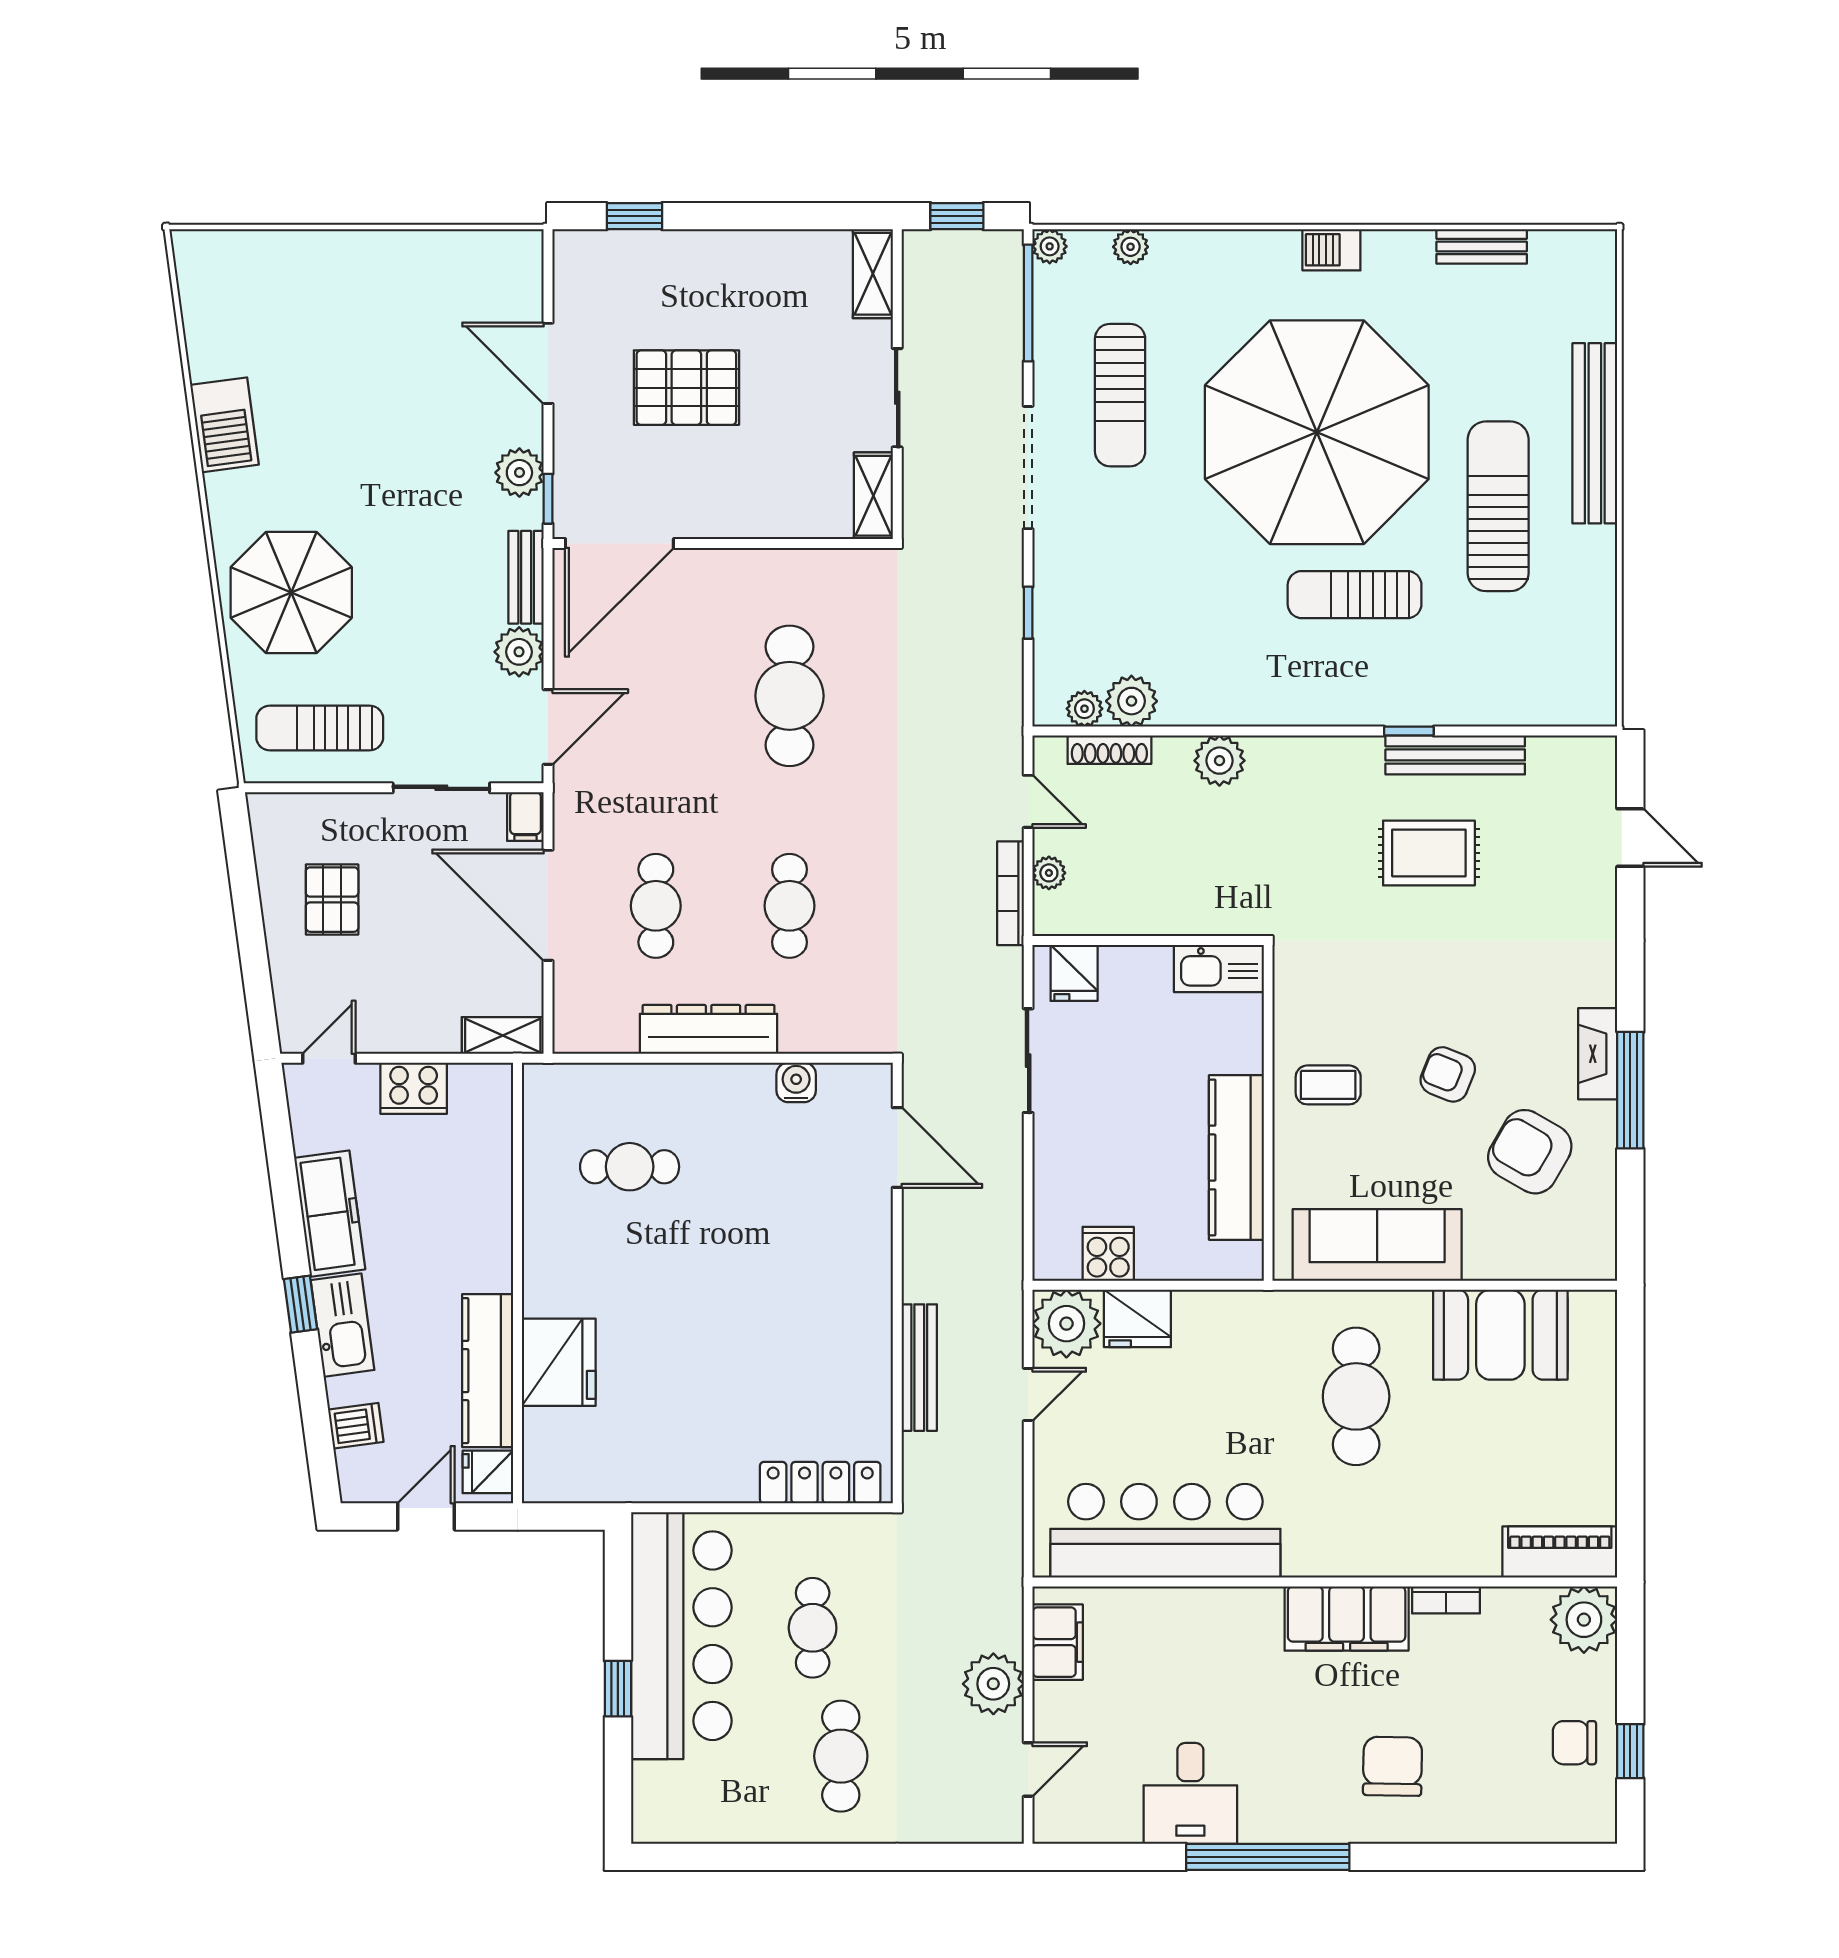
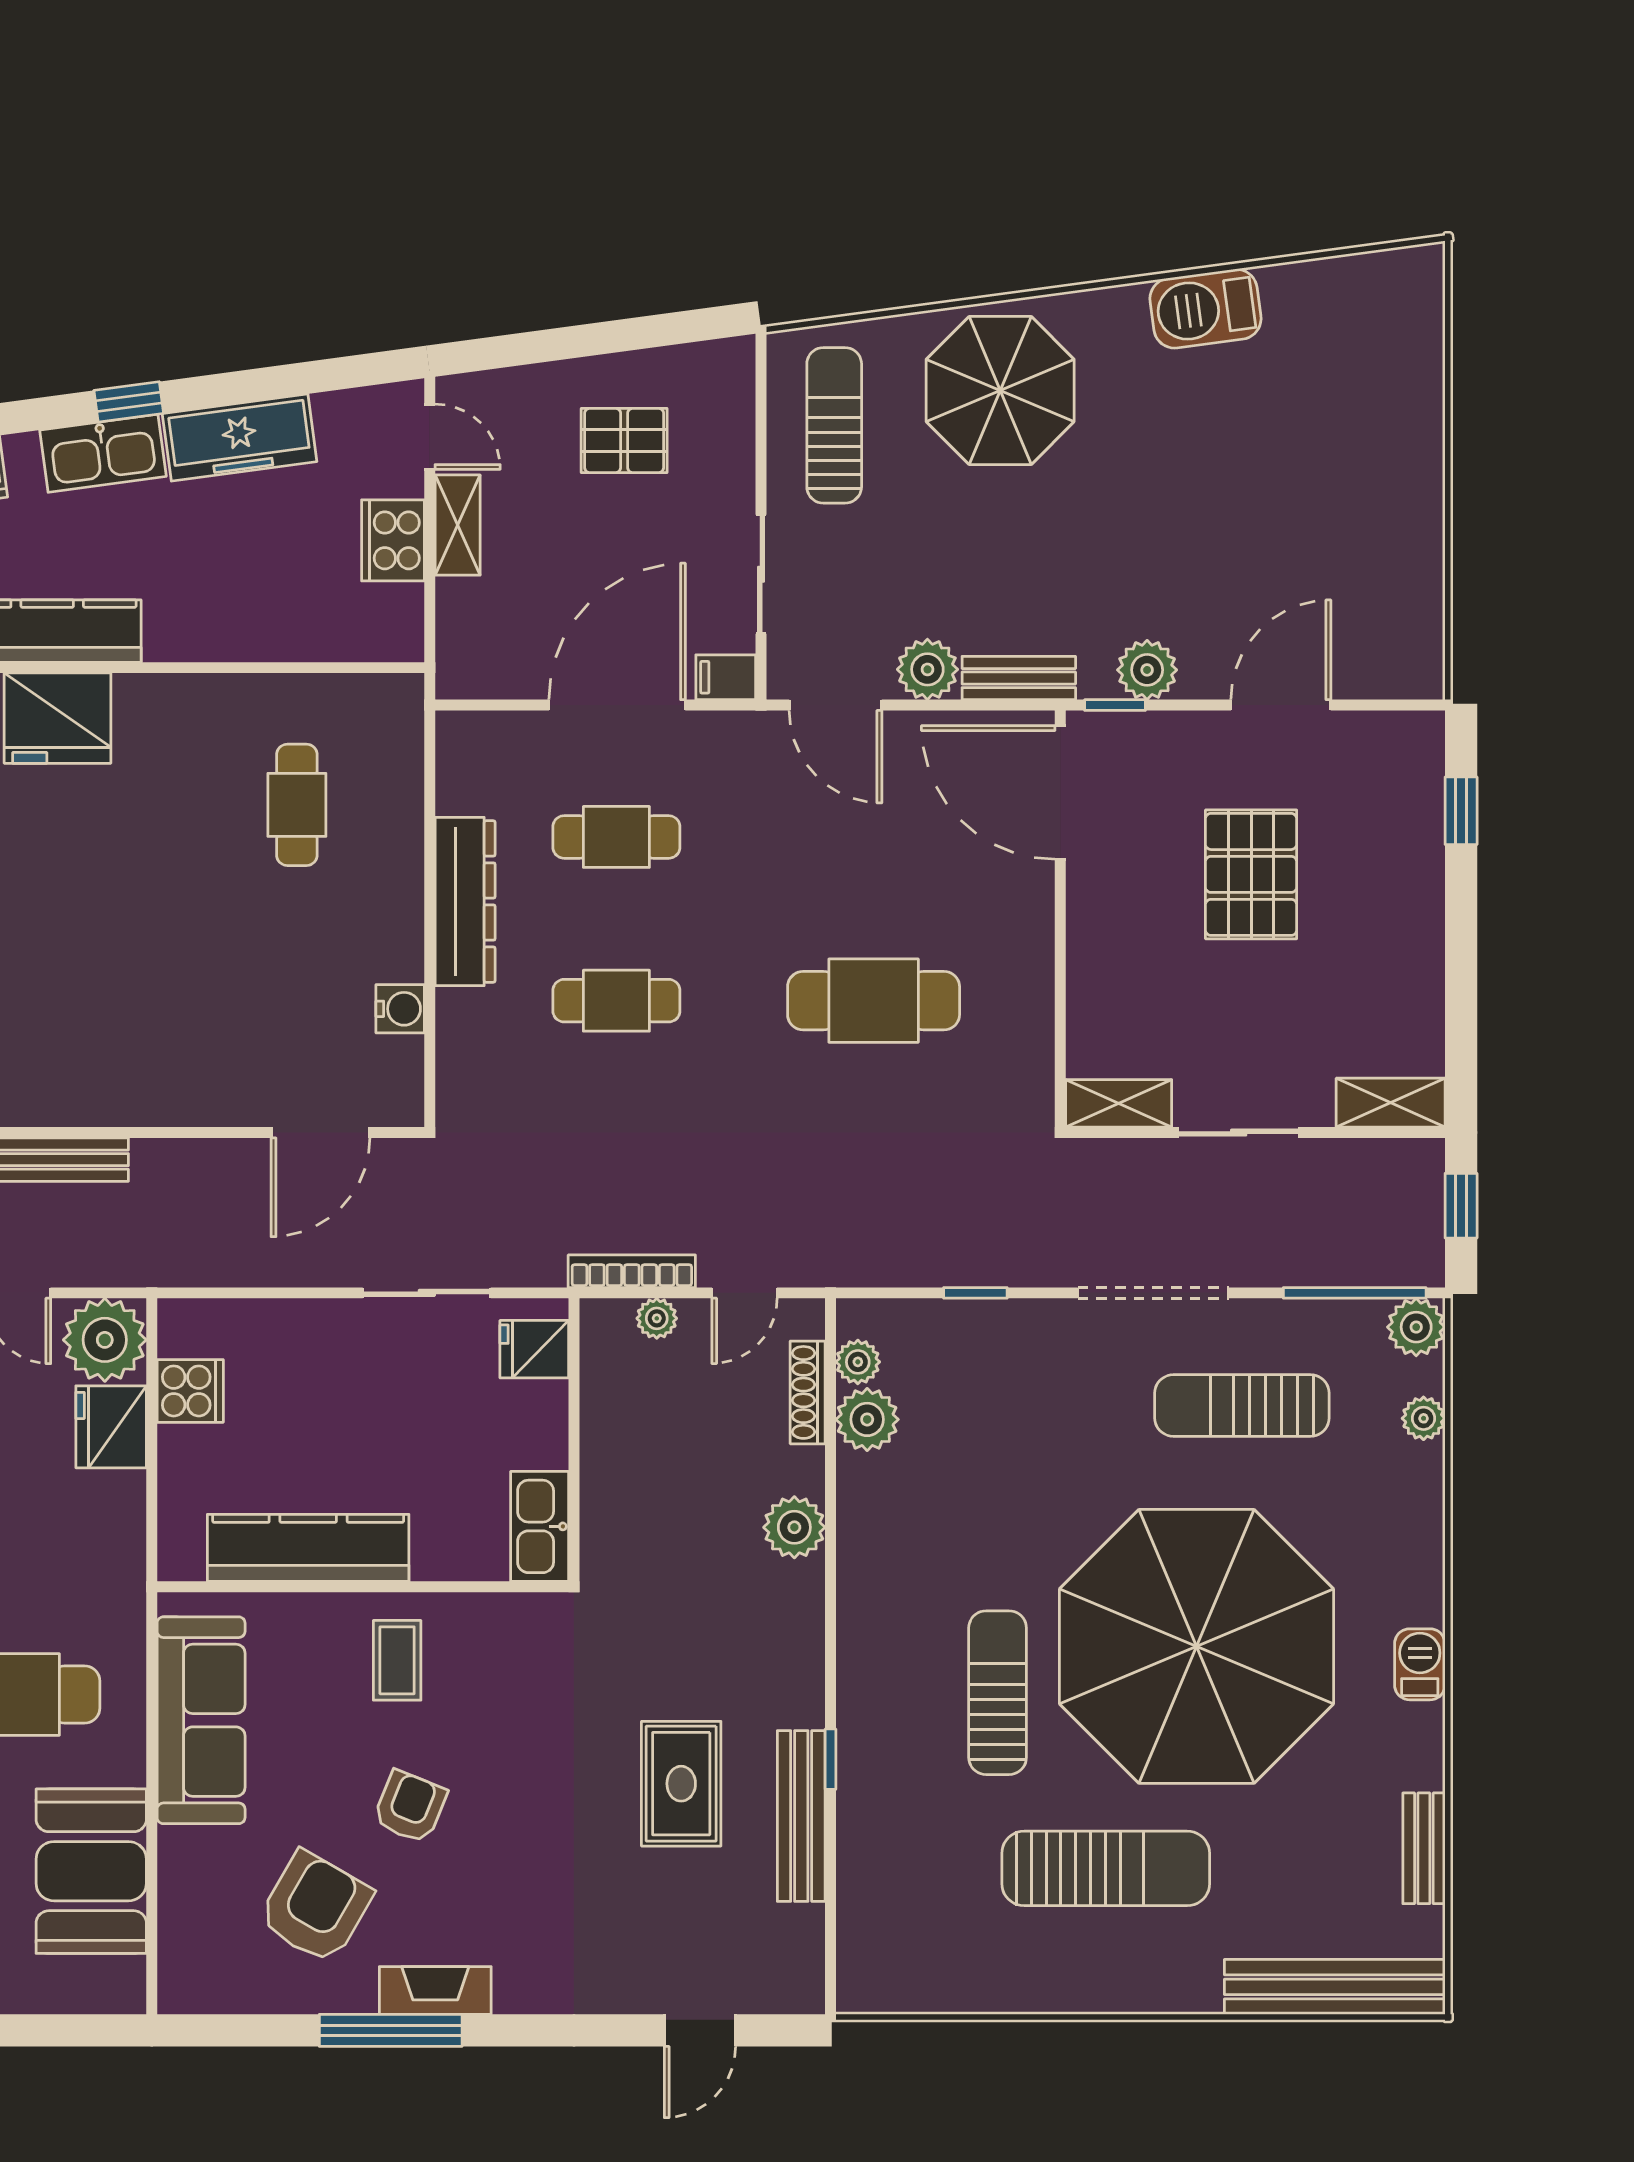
plant: (1050, 246) -> (1416, 1327), width x1.38, depth x1.38
bench: (1595, 433) -> (1335, 1987), moved
shelving: (503, 1036) -> (458, 525), moved

